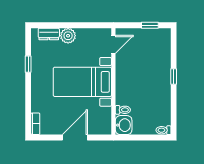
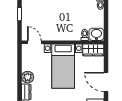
wardrobe: (104, 121) -> (93, 50), added
door: (75, 138) -> (106, 82), moved

